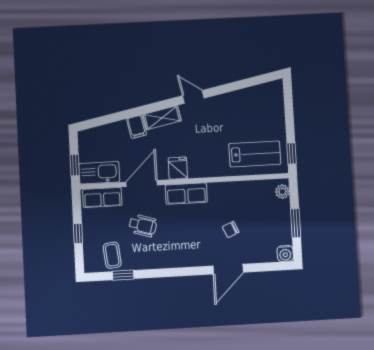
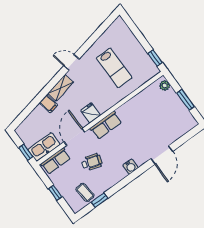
lab bench: (255, 154) -> (114, 68), moved, turned 90
chair: (231, 229) -> (148, 130), removed
water cooler: (285, 253) -> (130, 167), moved

